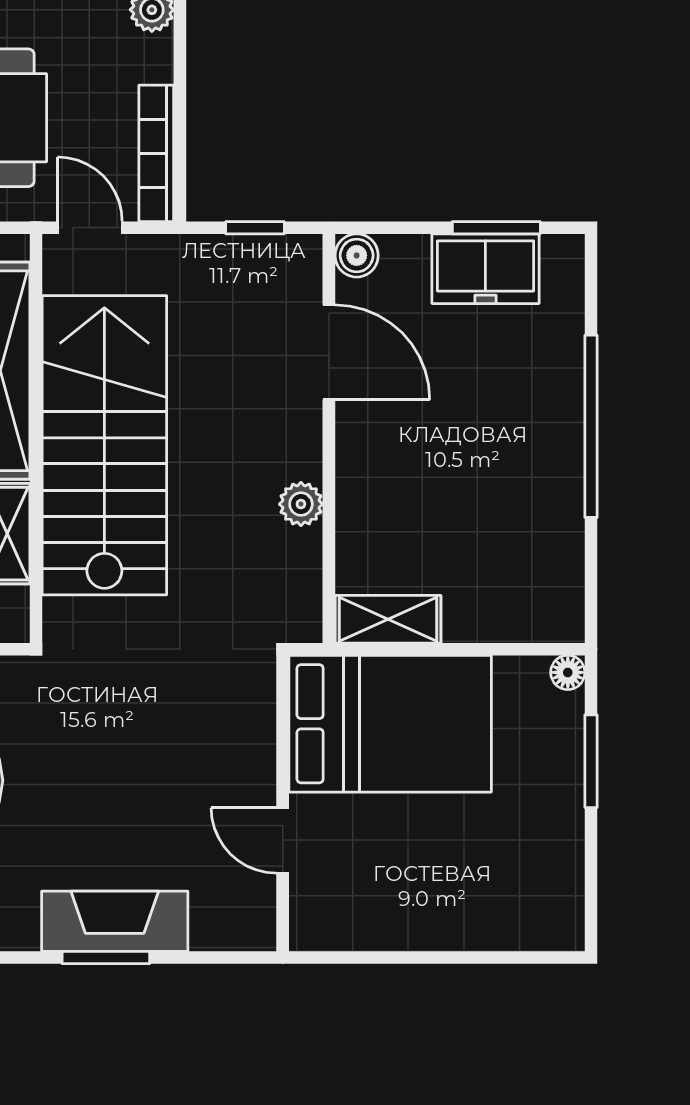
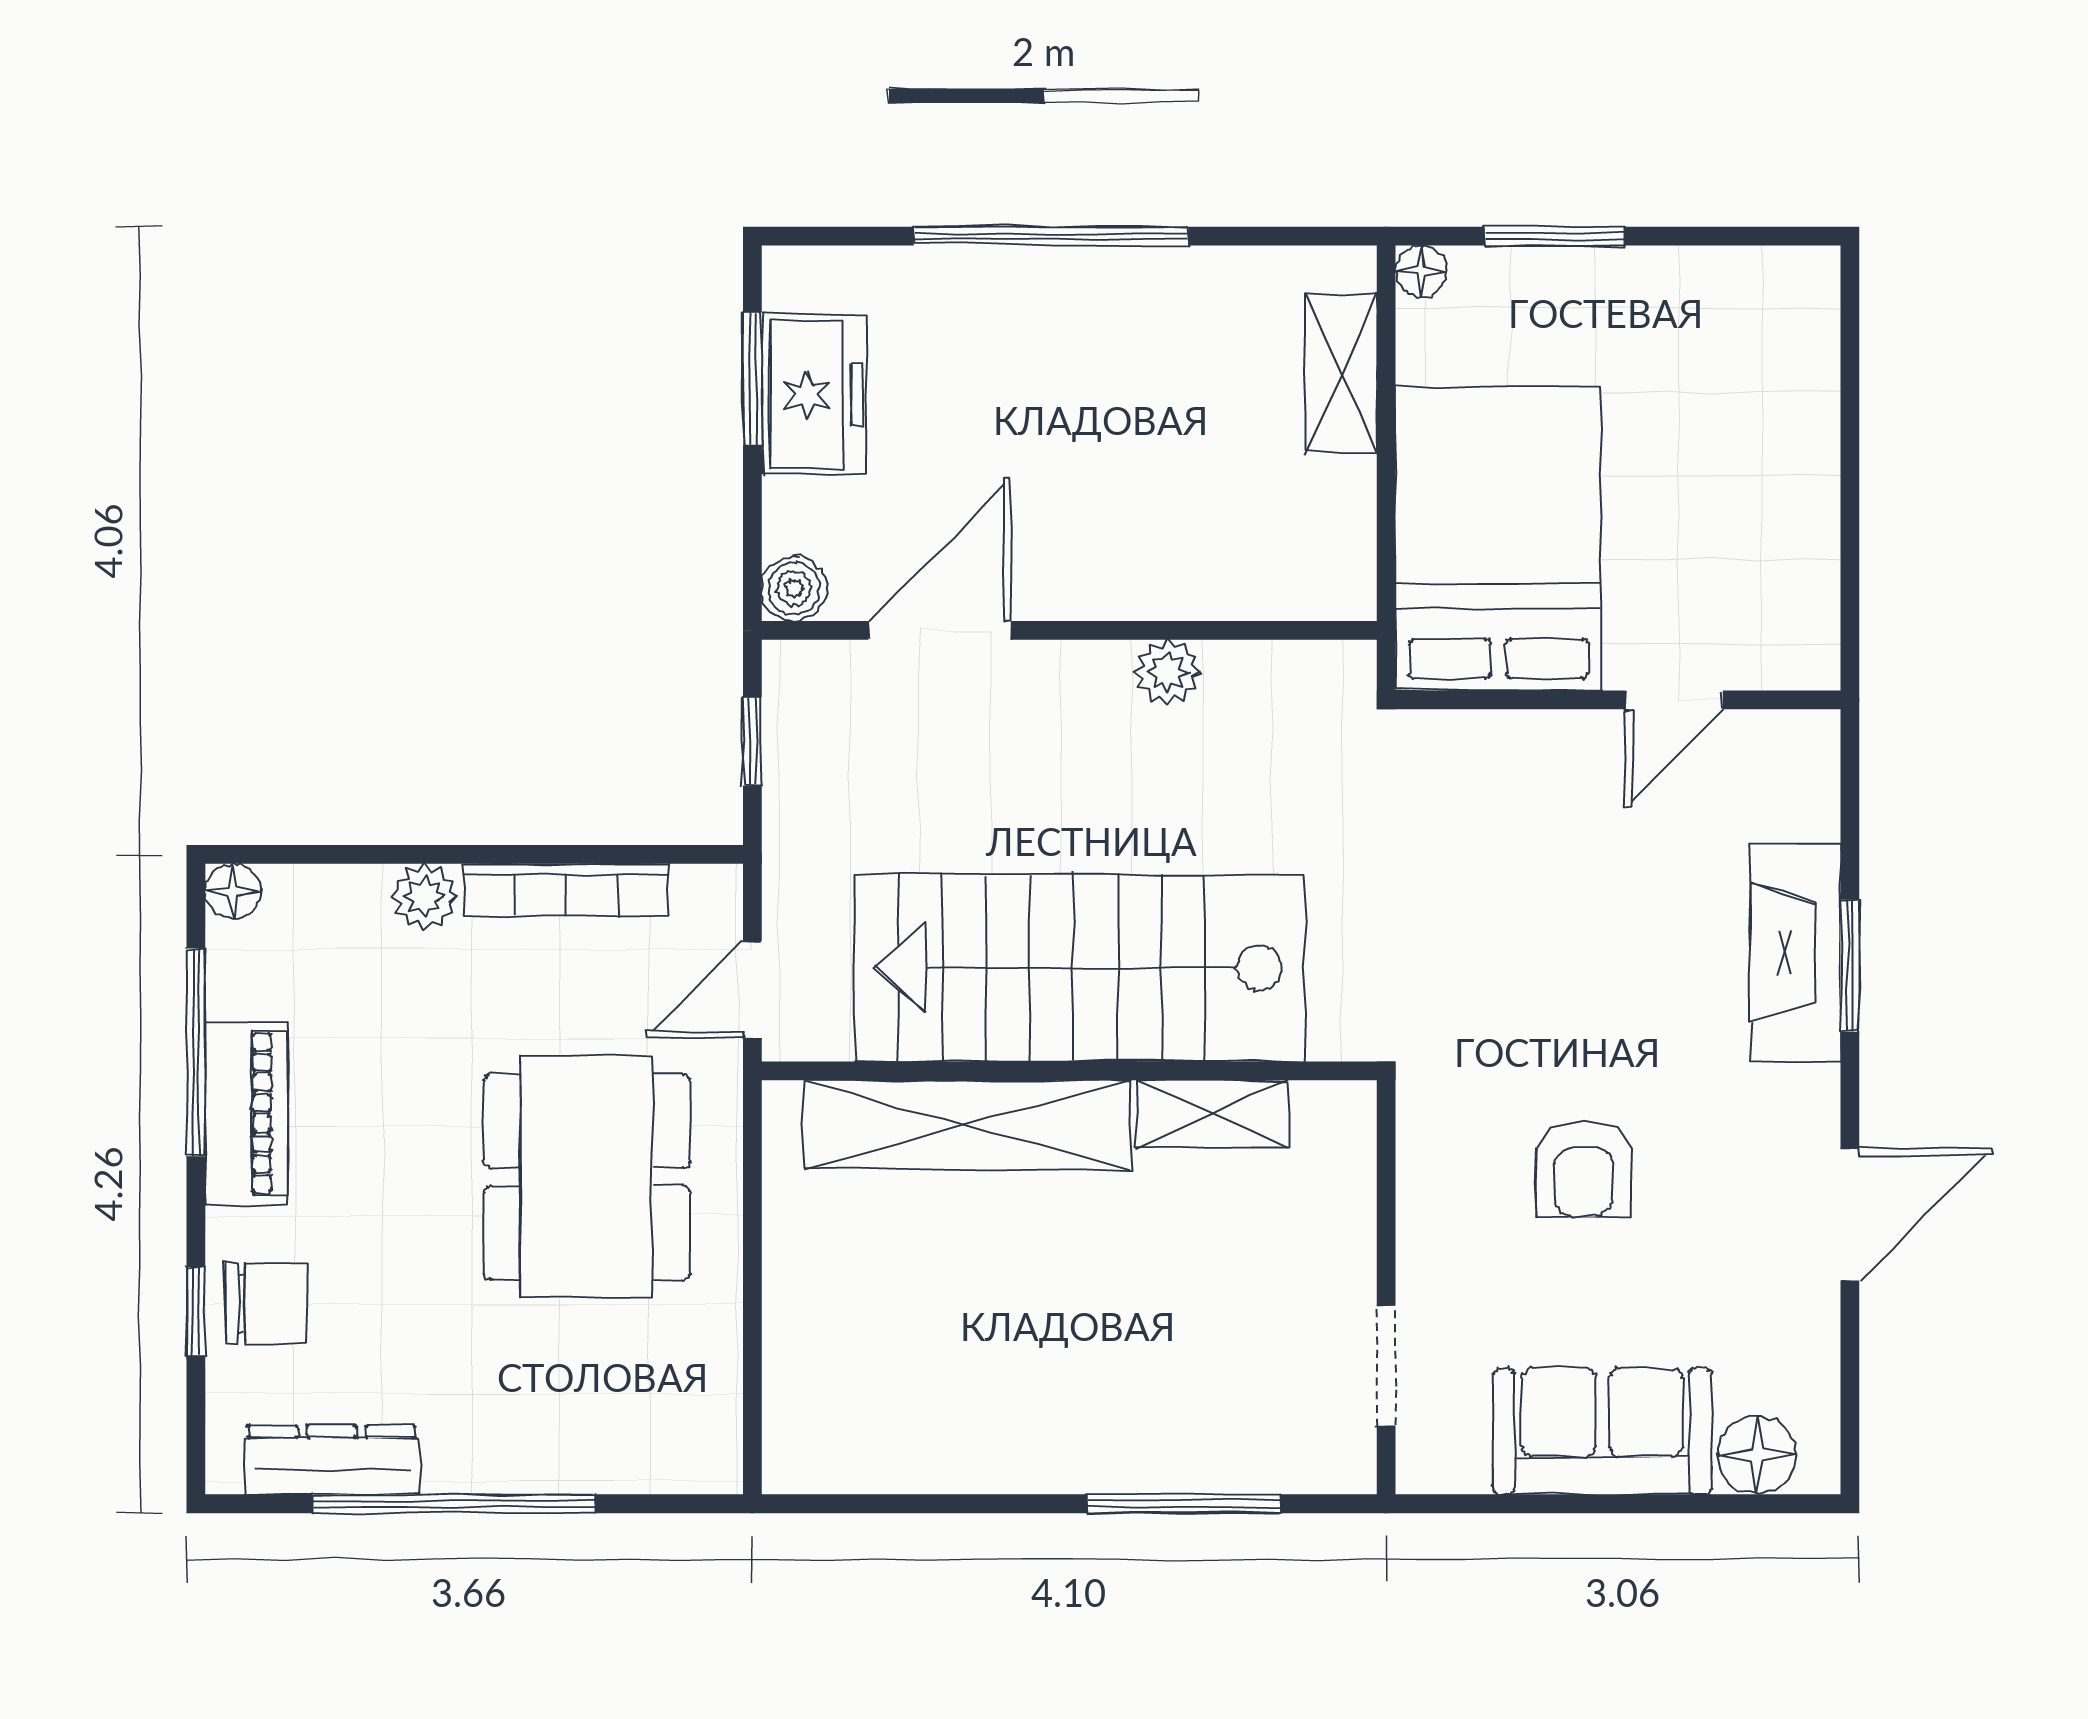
bookcase: (156, 153) -> (566, 890), moved
shelving: (388, 619) -> (1341, 373), moved

